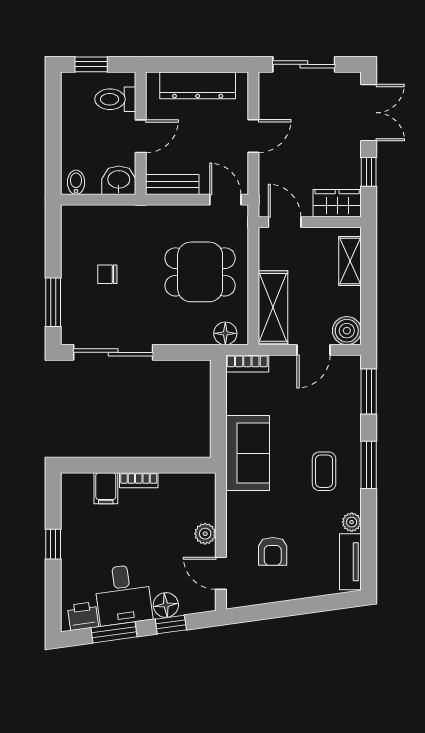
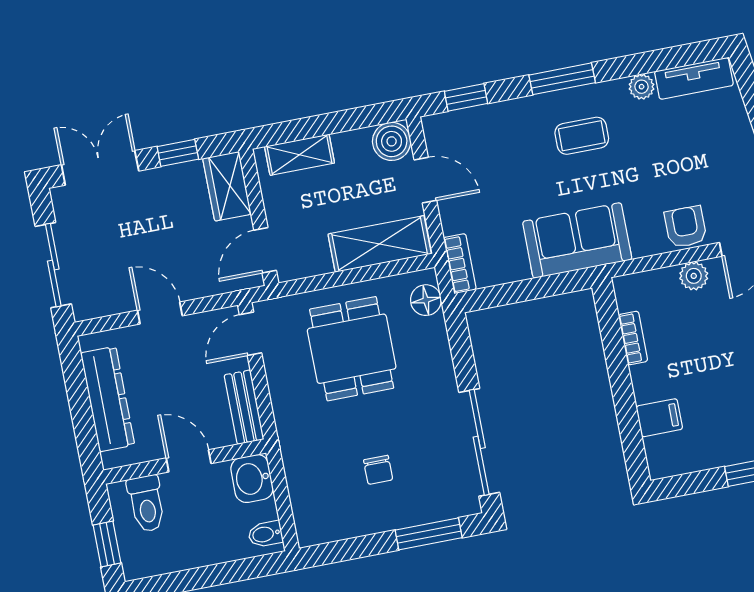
window: (369, 392) -> (466, 97), width x0.67
bookcase: (139, 480) -> (633, 338), moved
armchair: (273, 551) -> (686, 227), moved, turned -90

